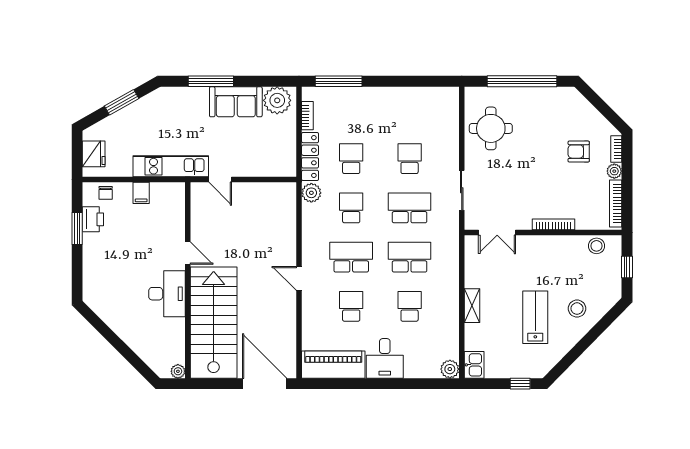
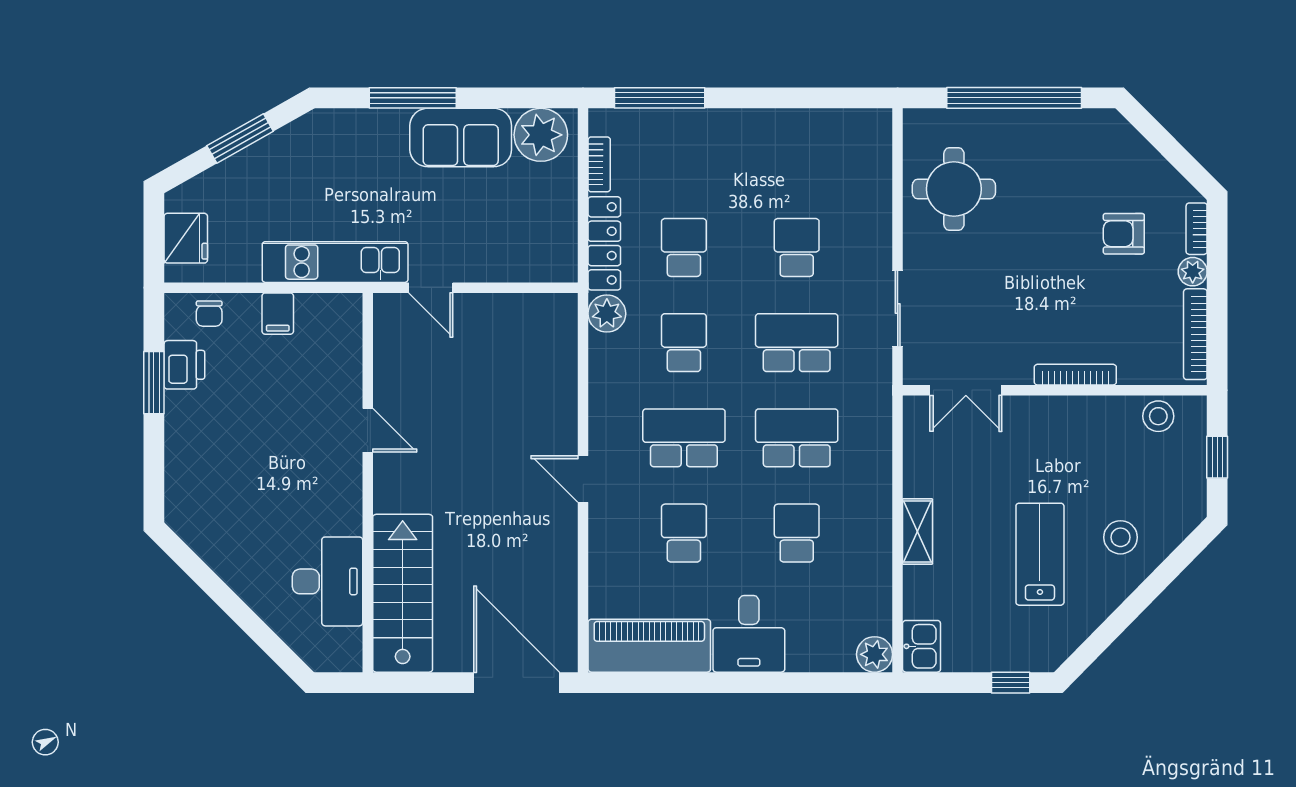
desk: (167, 294) -> (328, 581), moved
stairs: (214, 323) -> (403, 593), width x0.73, depth x0.66
plant: (178, 371) -> (349, 659), removed

